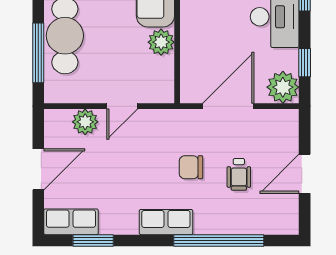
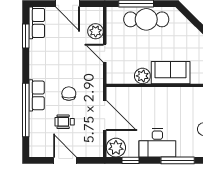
row of seats: (166, 222) -> (37, 95), moved

